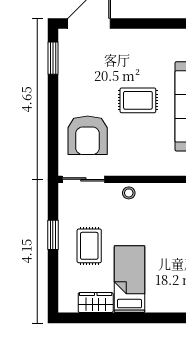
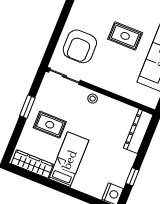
rug: (89, 246) -> (50, 125), turned 90
wardrobe: (96, 303) -> (32, 164), width x1.50

